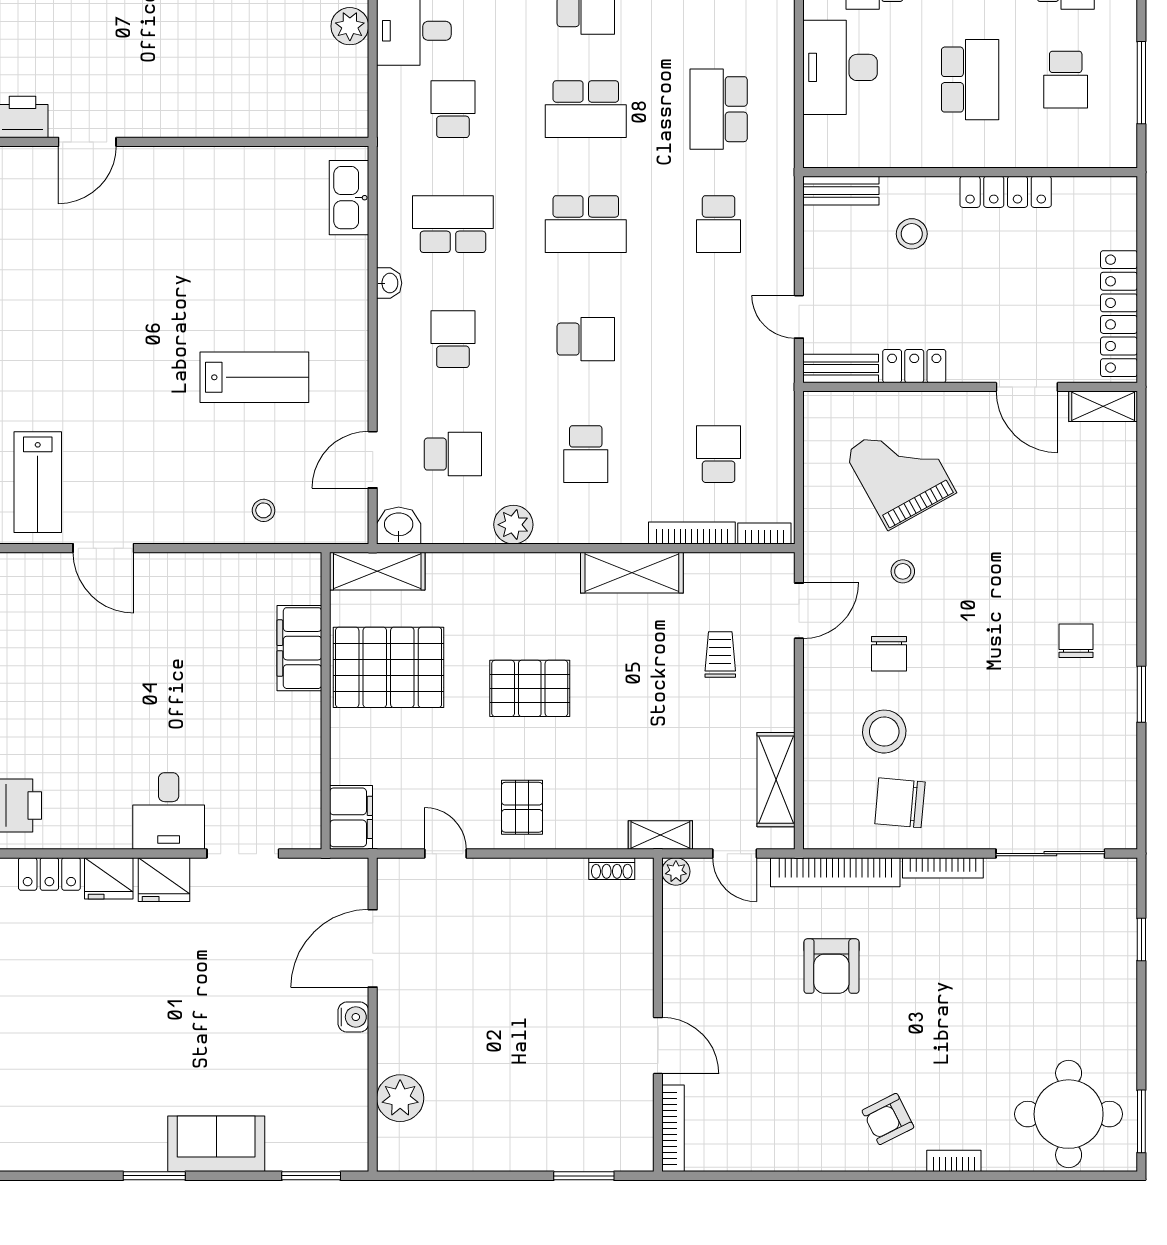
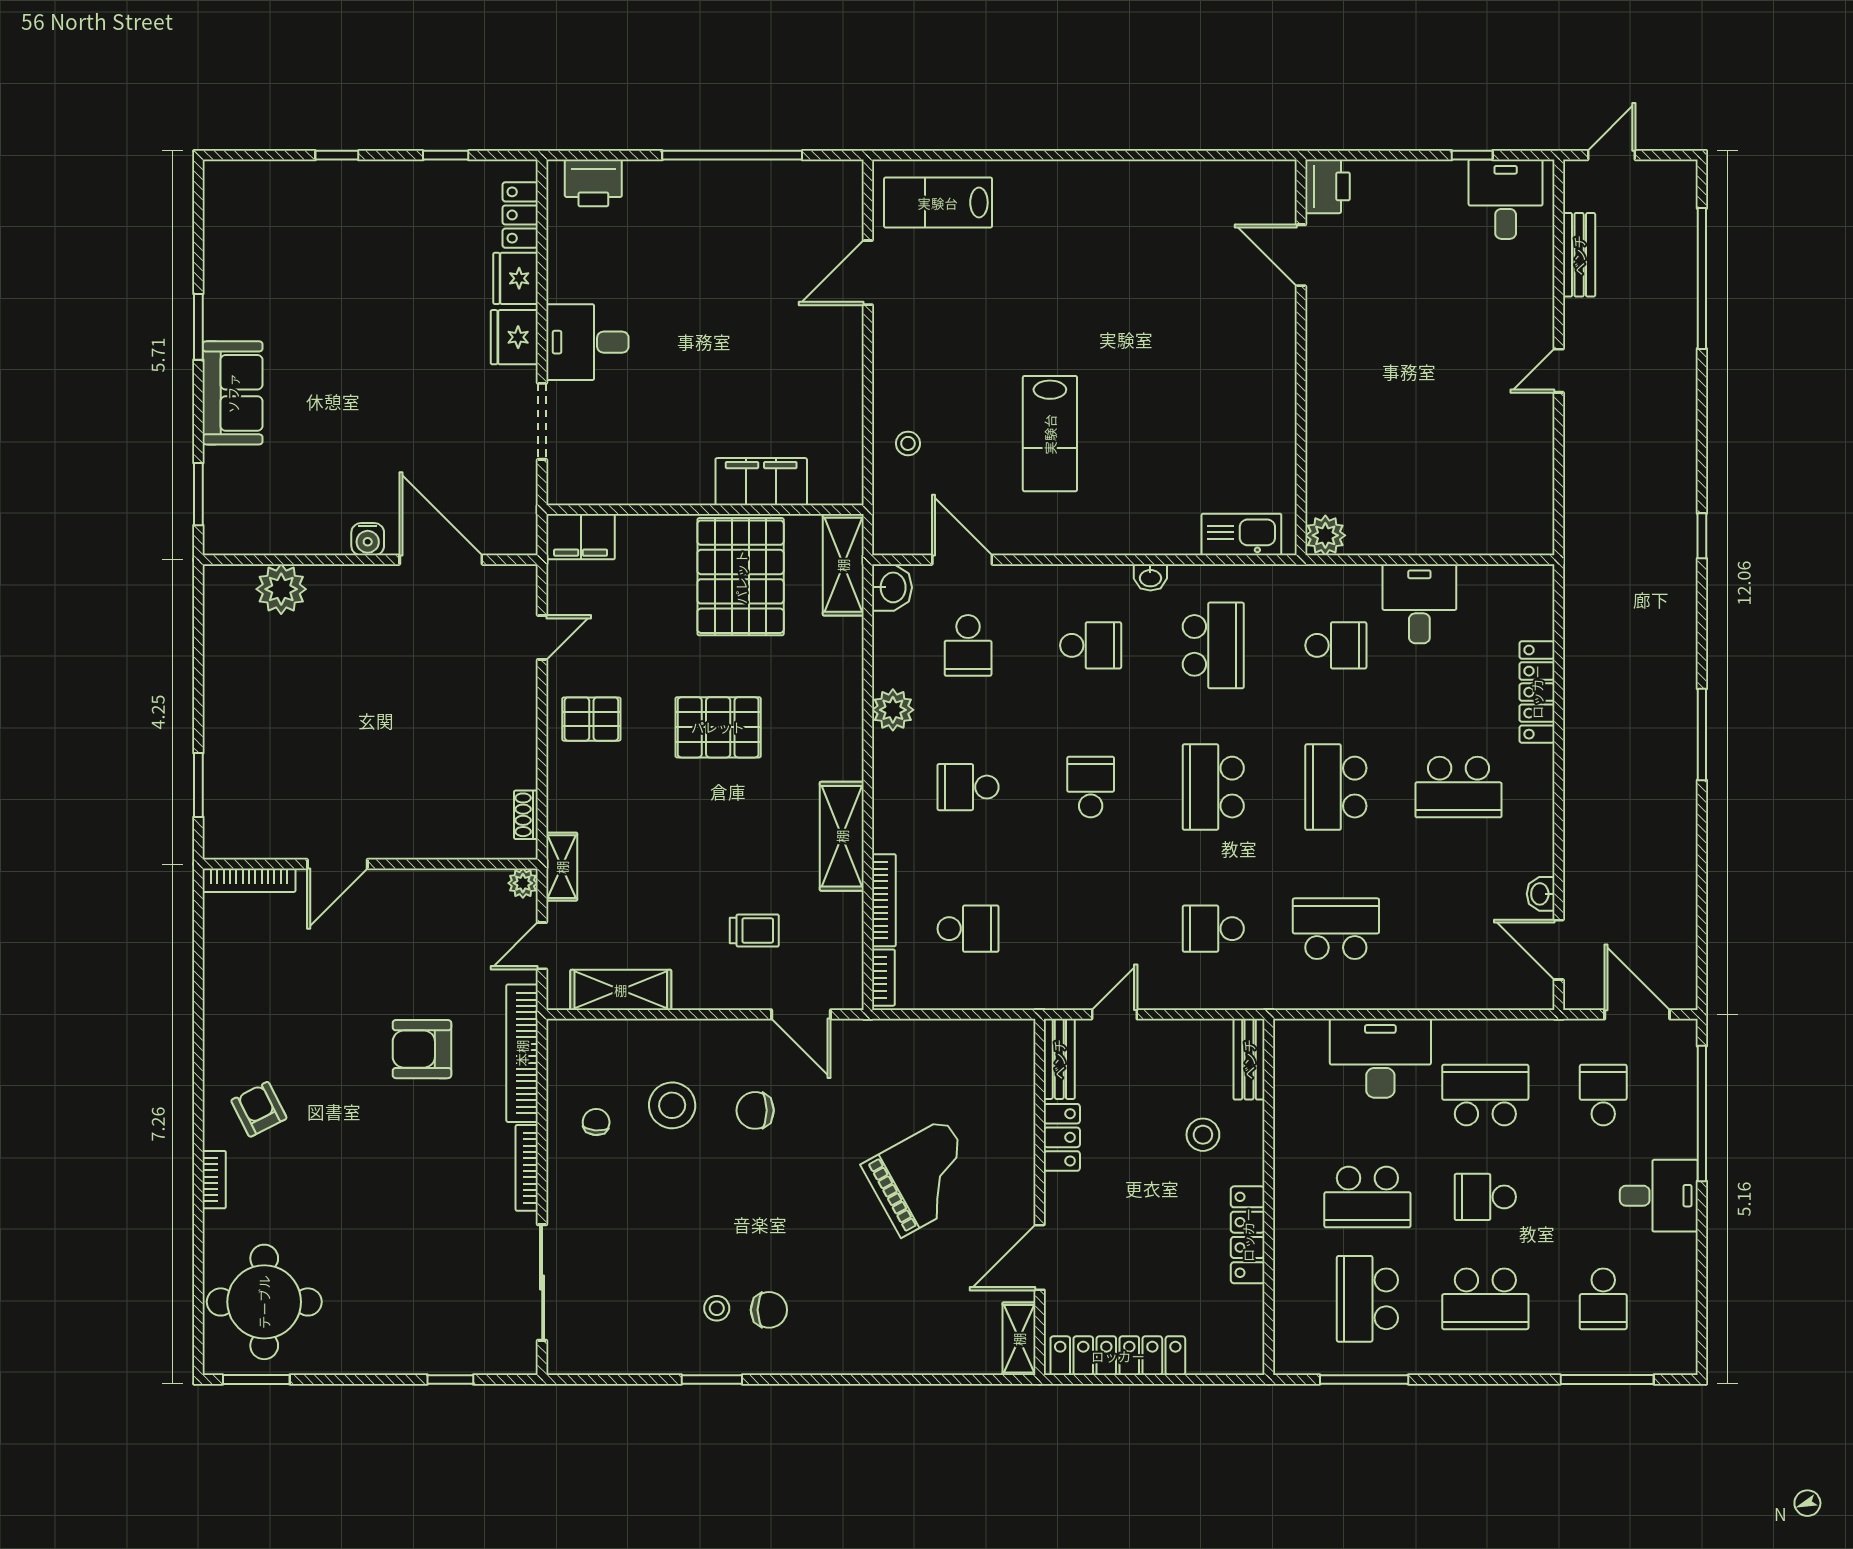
plant: (350, 26) -> (1325, 535), moved
school desk: (1066, 80) -> (1367, 1299), width x1.85
school desk: (586, 339) -> (1091, 787), turned 180
grand piano: (900, 472) -> (923, 1178), moved
stool: (903, 571) -> (717, 1308), moved
pallet: (530, 688) -> (718, 727), turned 90
chair: (900, 803) -> (596, 1122), width x0.54, depth x0.54

